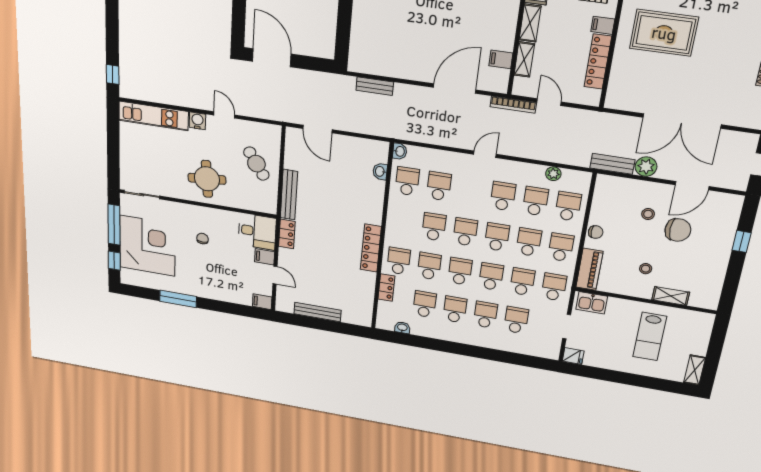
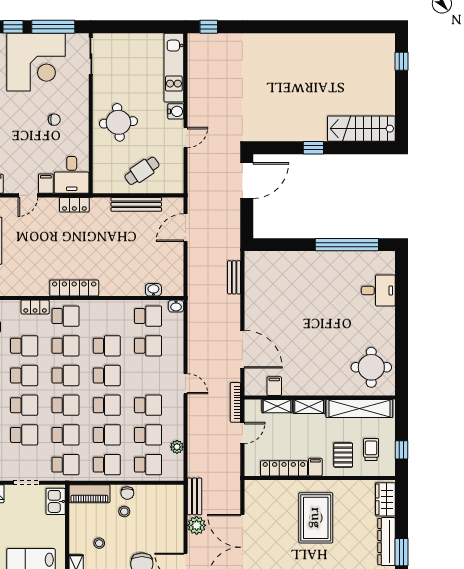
bench: (289, 195) -> (136, 204), moved
stool: (648, 214) -> (124, 511), moved

